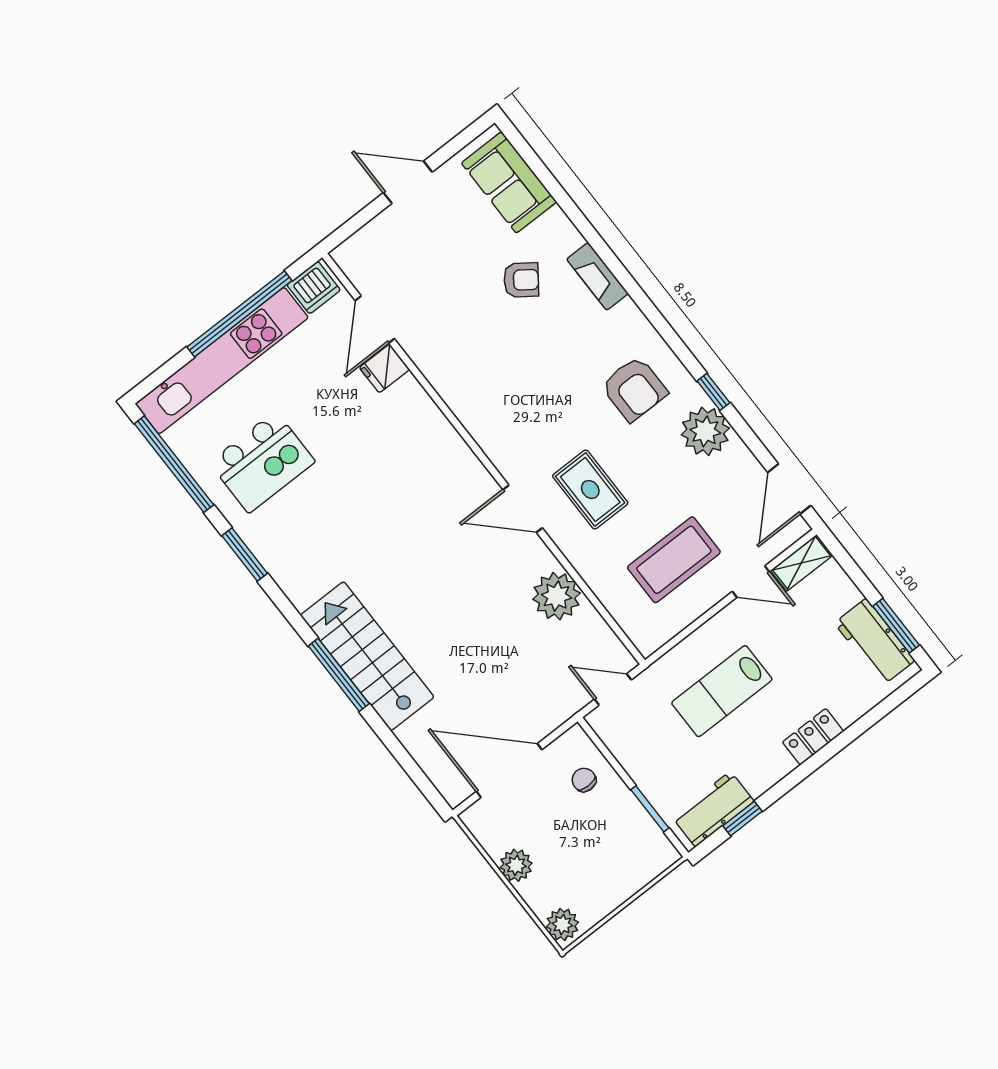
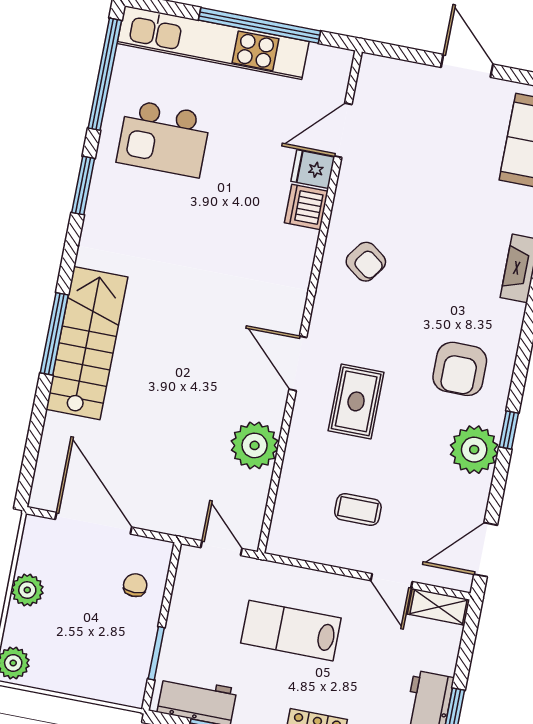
armchair: (521, 280) -> (366, 262), moved
dishwasher: (314, 287) -> (306, 207), moved, turned 90
coffee table: (674, 560) -> (358, 509), width x0.54, depth x0.58

